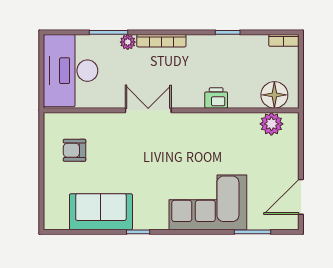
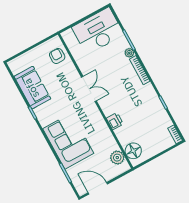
floor lamp: (274, 95) -> (133, 151), moved
printer: (216, 98) -> (115, 121), moved
double door: (148, 110) -> (89, 89), moved
wall: (171, 110) -> (95, 101), moved
plant: (271, 124) -> (117, 158), moved

